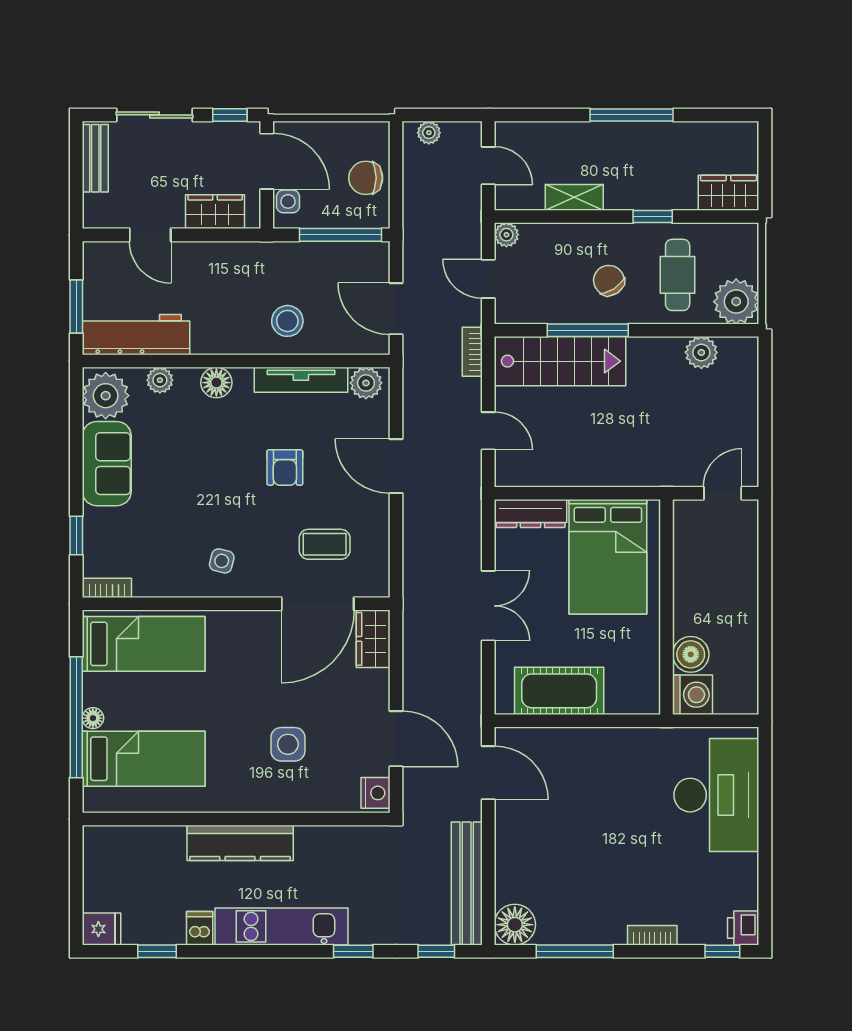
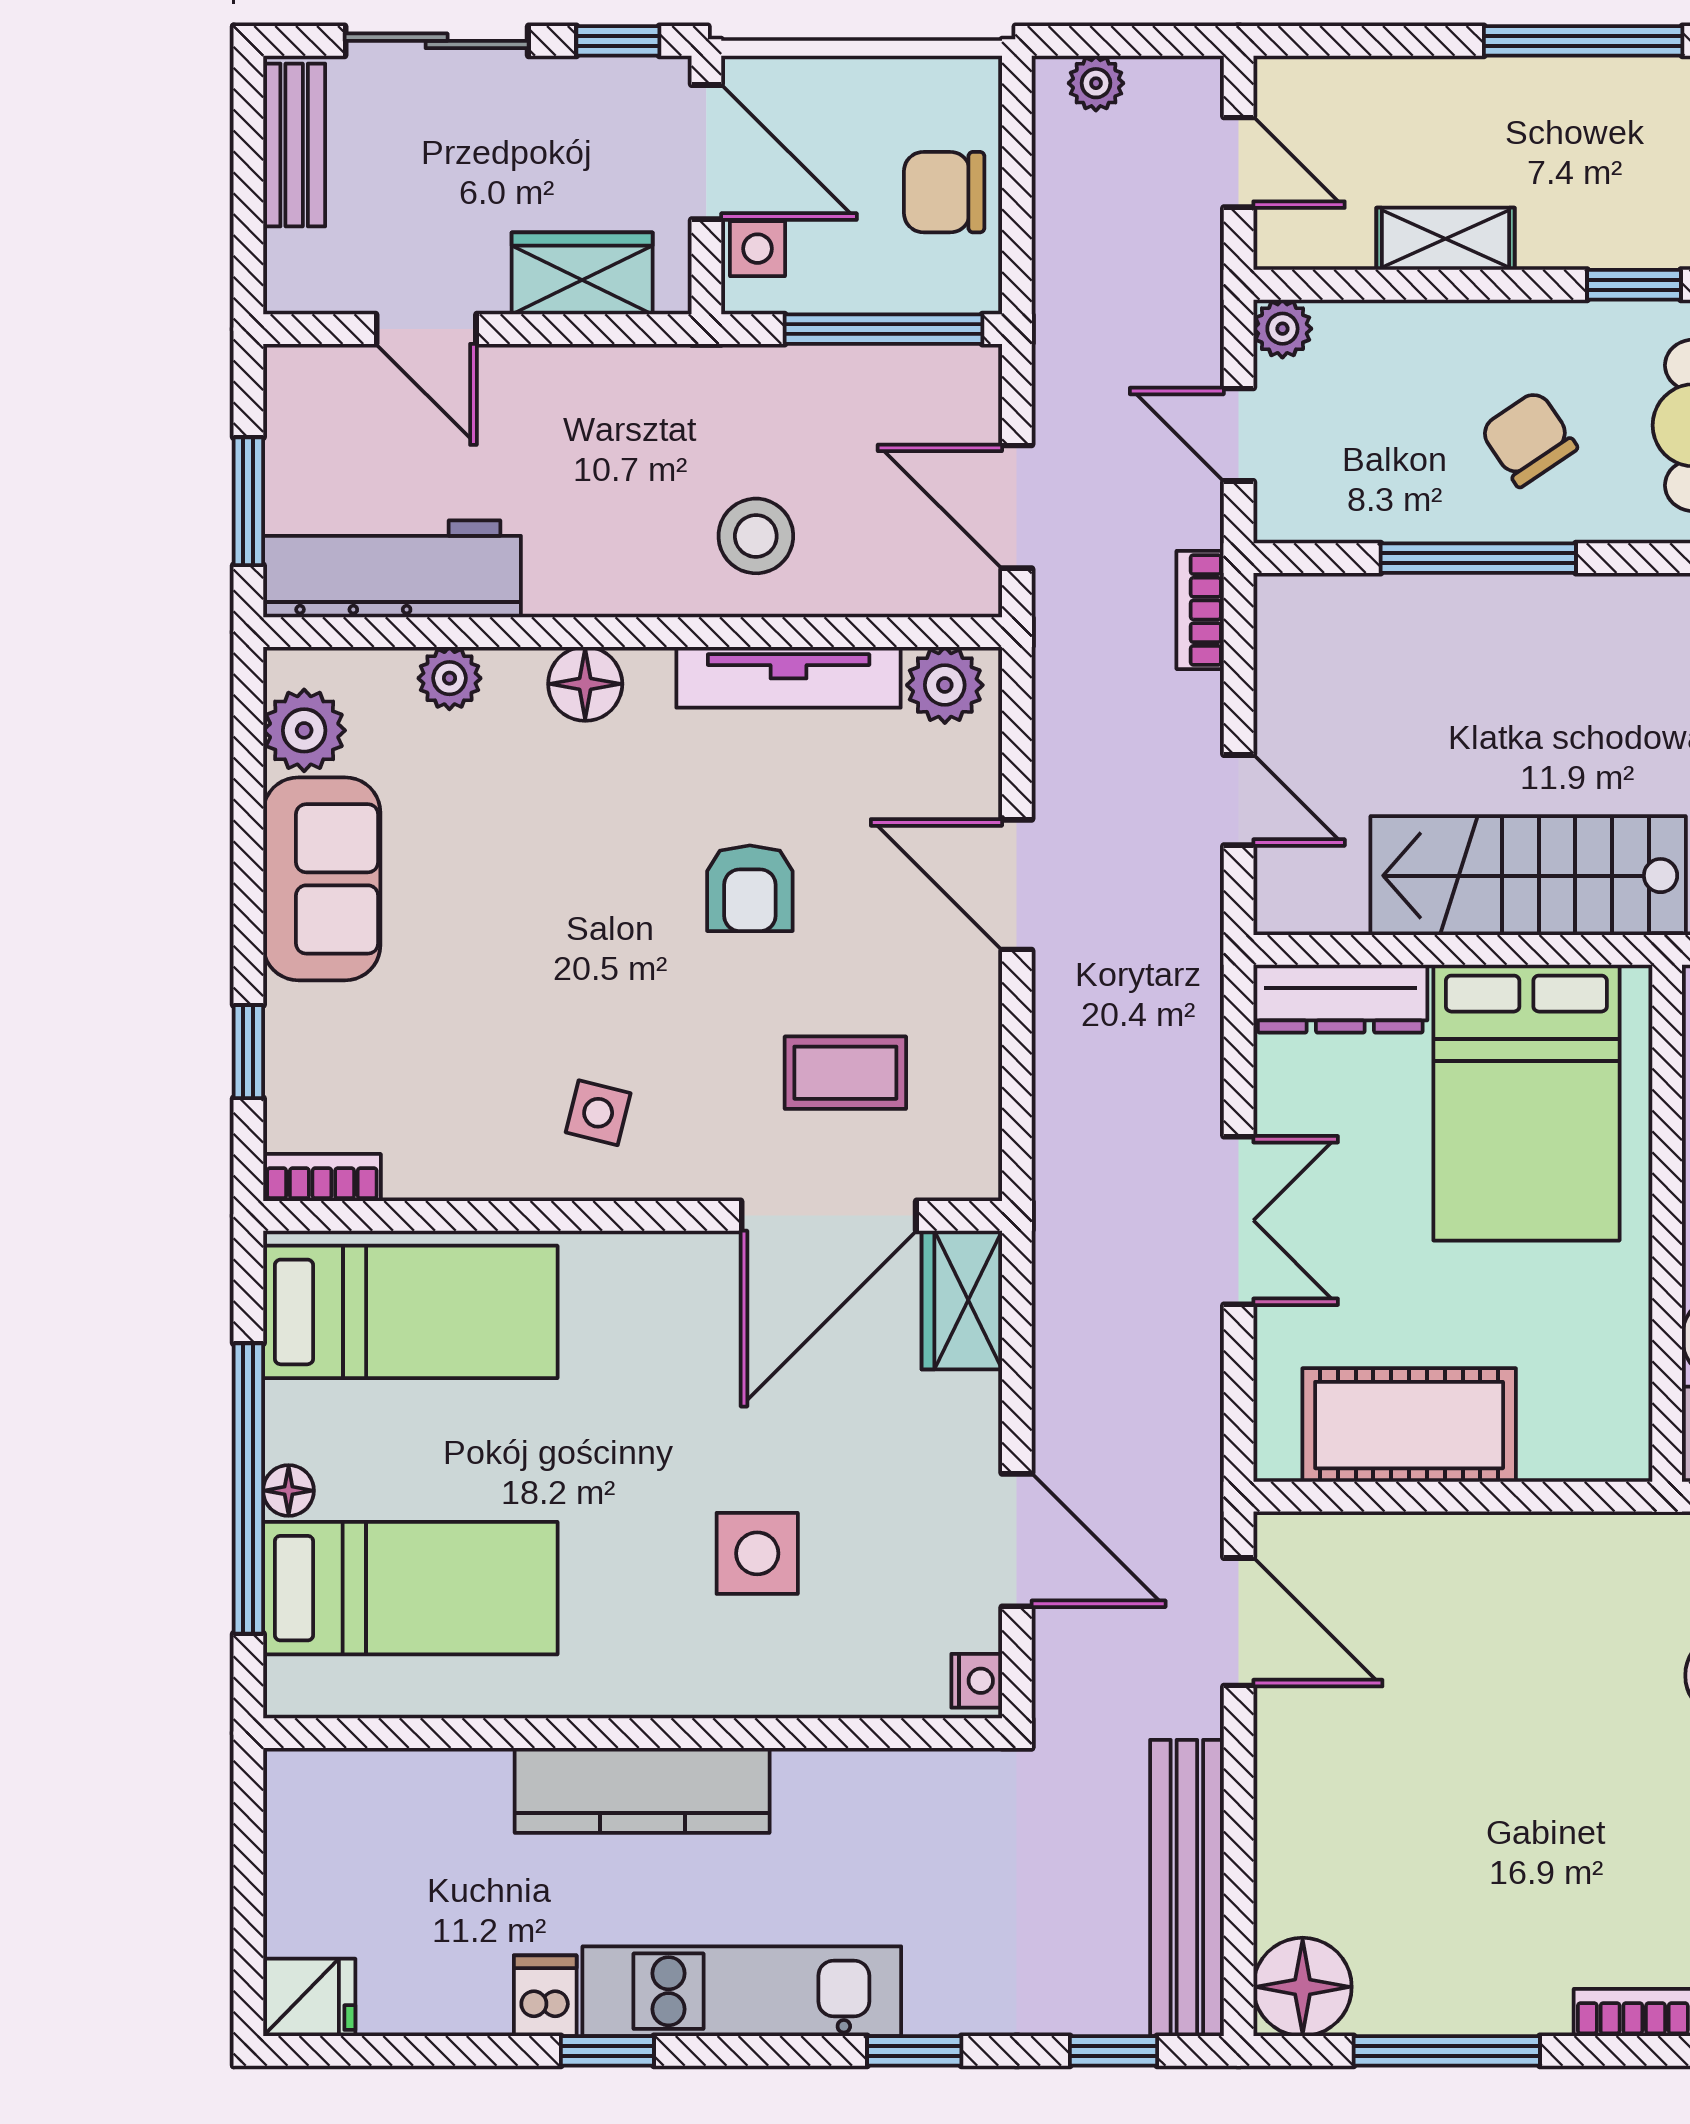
stairs: (560, 361) -> (1528, 876), moved, turned 180
plant: (106, 396) -> (304, 730), width x0.73, depth x0.73
nightstand: (375, 793) -> (977, 1681), width x0.72, depth x0.74
window: (157, 951) -> (607, 2051), moved

